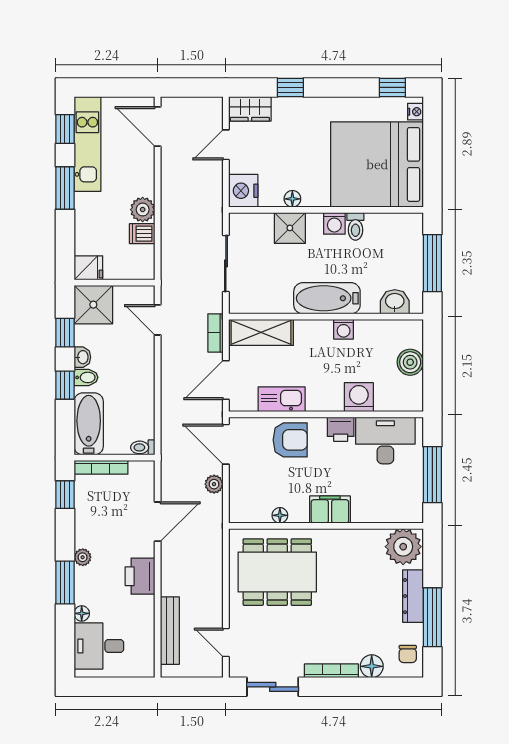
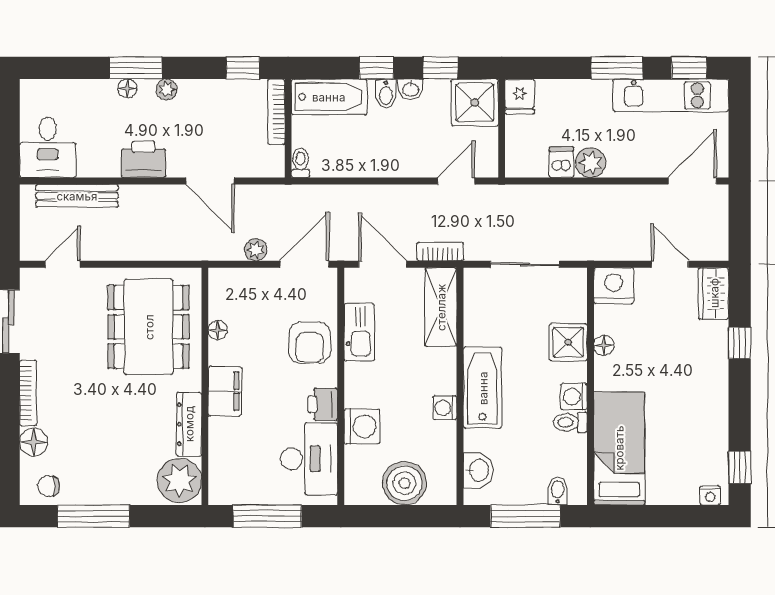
bed: (377, 164) -> (619, 448), width x0.49
bidet: (412, 237) -> (558, 491), added
boiler: (410, 362) -> (405, 483), width x1.37, depth x1.37
dresser: (413, 596) -> (189, 424), moved, turned -90
floor lamp: (82, 613) -> (127, 88), moved
desk: (99, 646) -> (48, 147), moved, turned 180

